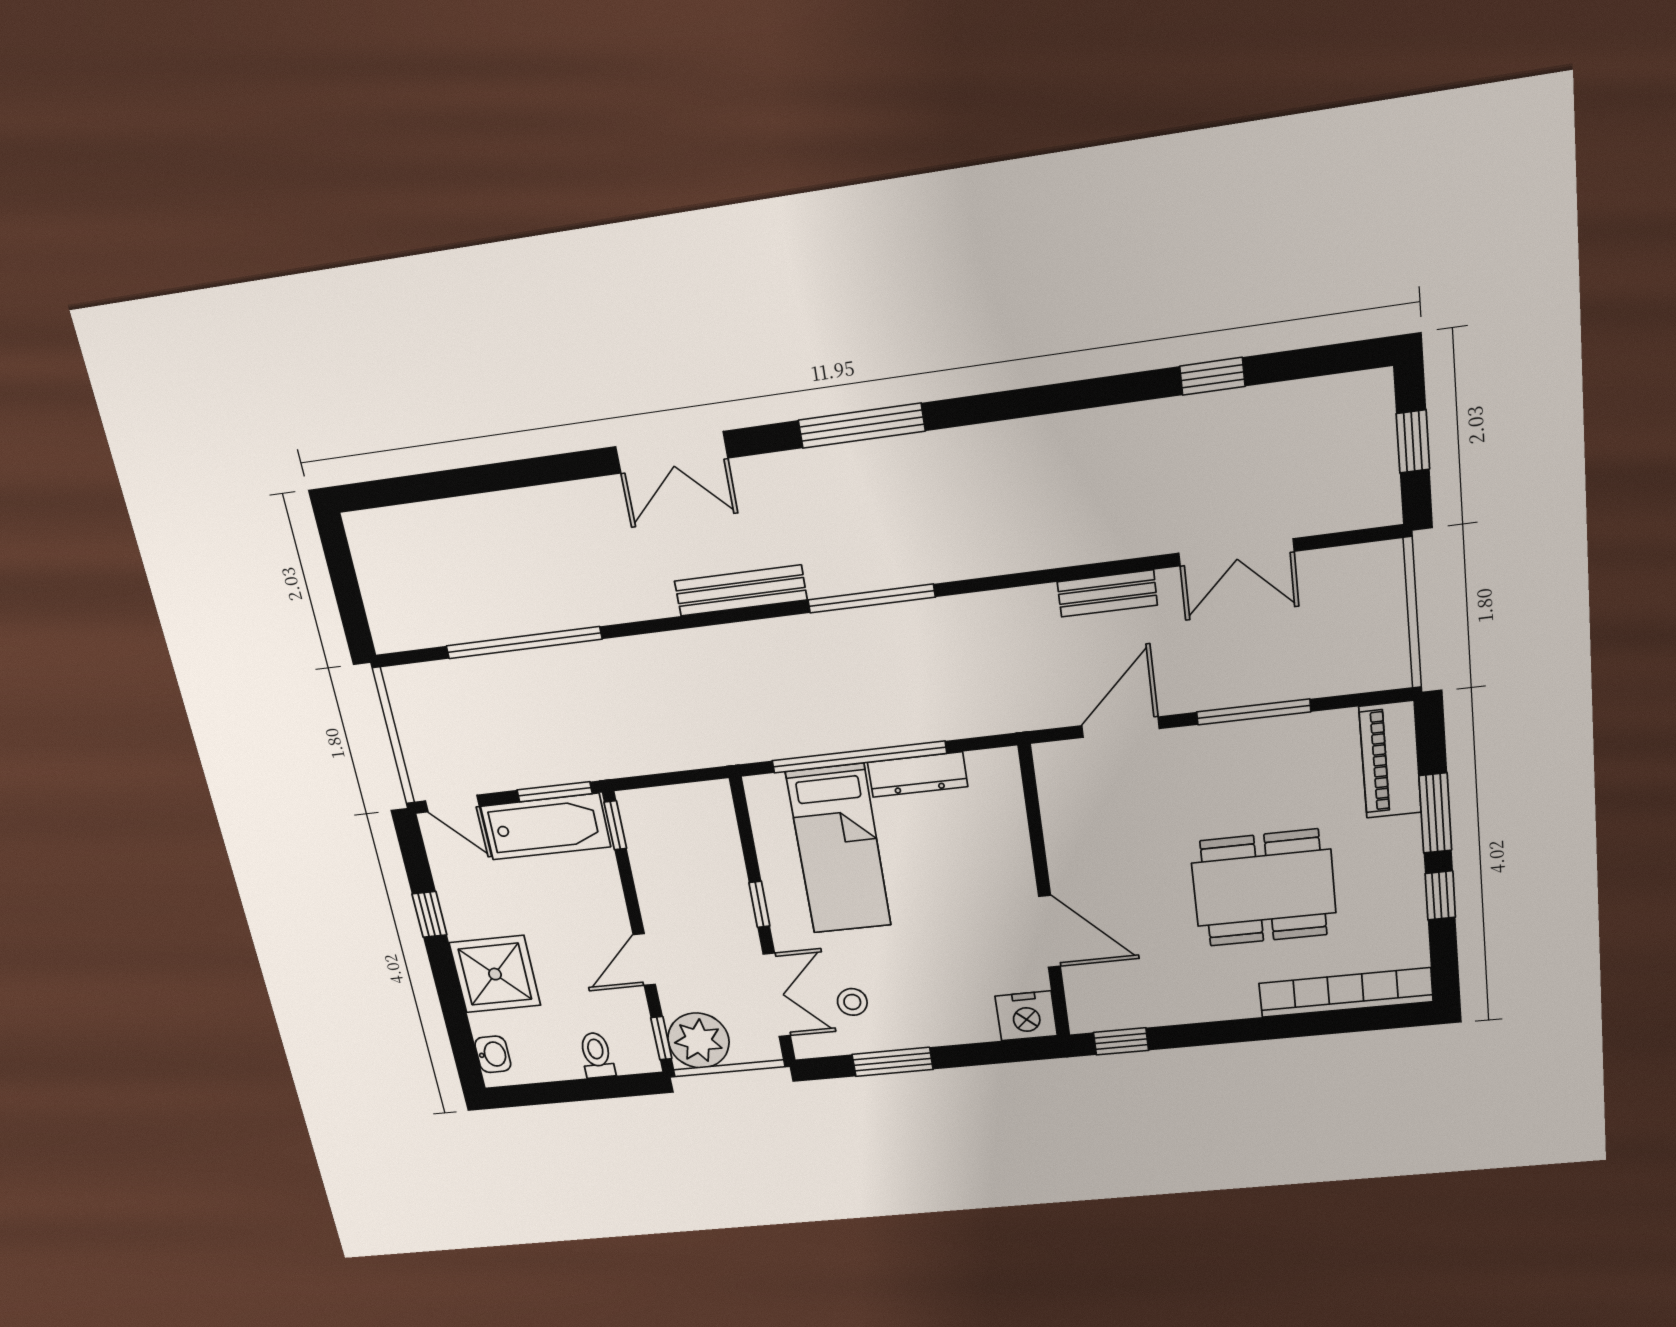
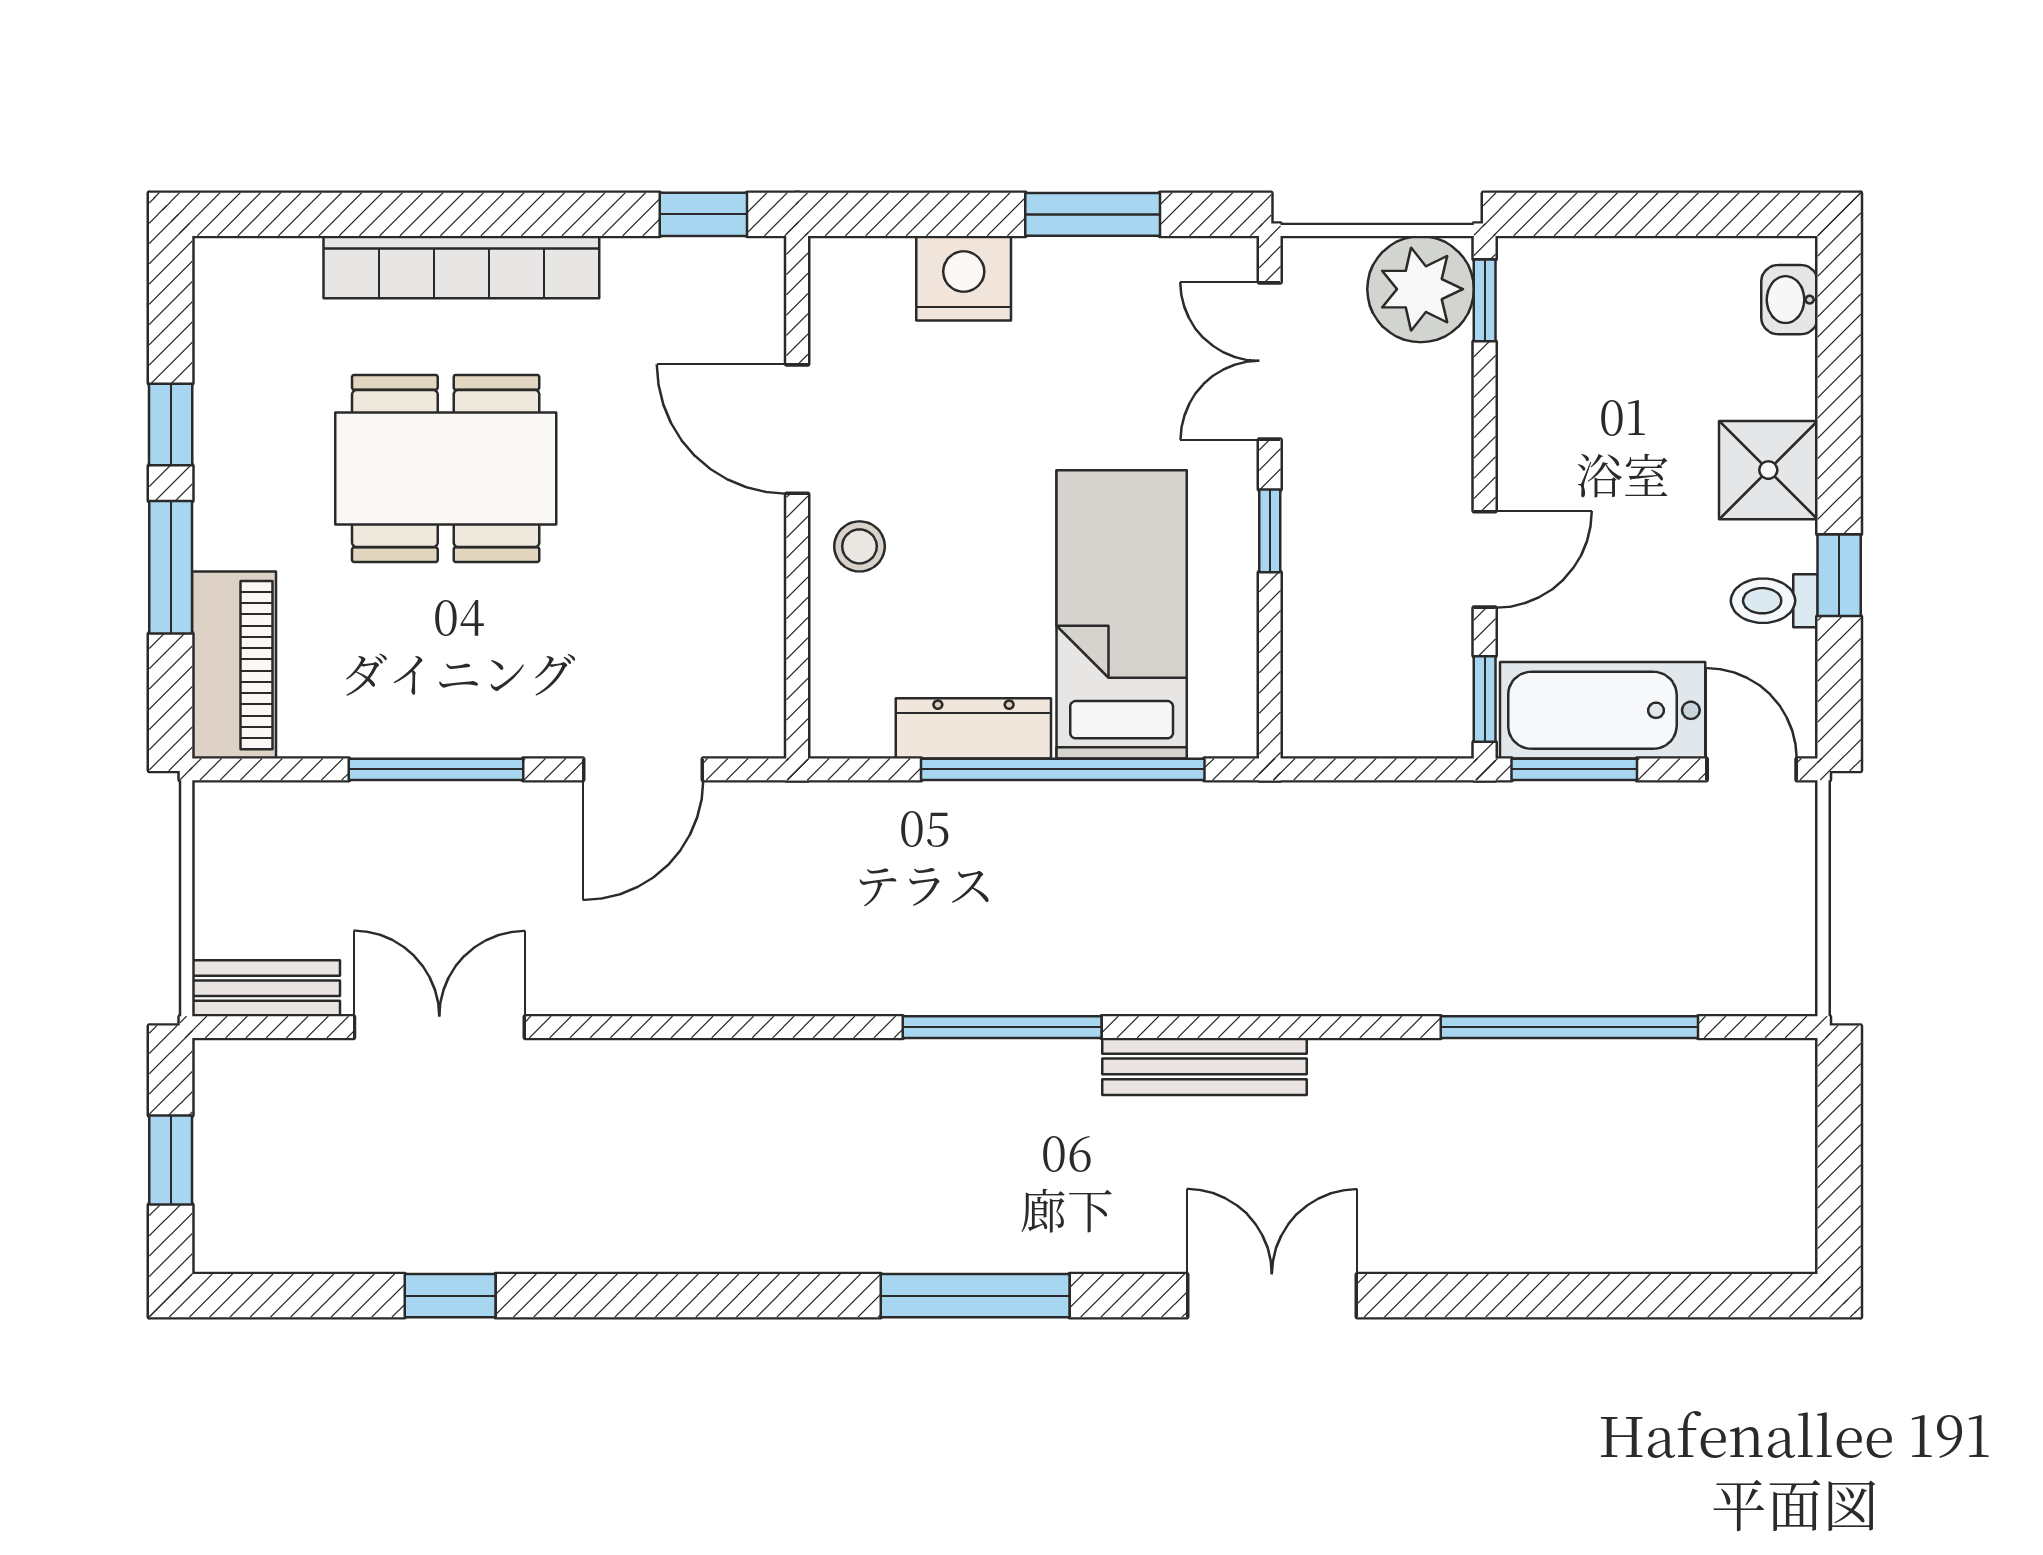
bench: (1107, 593) -> (266, 988), moved
door: (644, 960) -> (1485, 559), moved
shower: (495, 974) -> (1768, 470), width x0.73, depth x0.73
bookcase: (1346, 992) -> (461, 267), moved
stool: (852, 1002) -> (859, 546), moved
nightstand: (1026, 1016) -> (964, 278), moved
toilet: (597, 1055) -> (1774, 601), moved, turned 90

